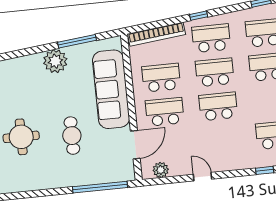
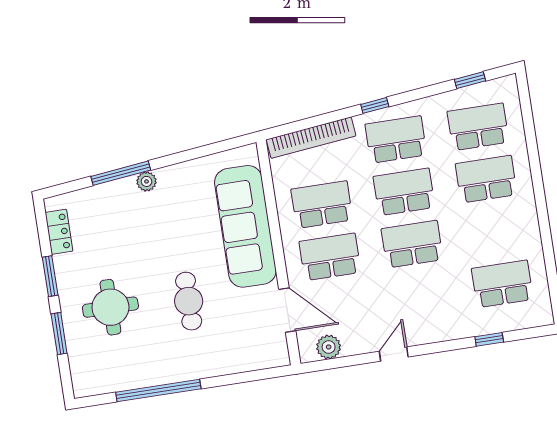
window: (77, 41) -> (121, 173), moved
plant: (55, 61) -> (146, 181), width x0.53, depth x0.53
door: (135, 145) -> (287, 310), hinge flipped
door: (203, 177) -> (394, 354), hinge flipped
window: (100, 187) -> (158, 391), moved

